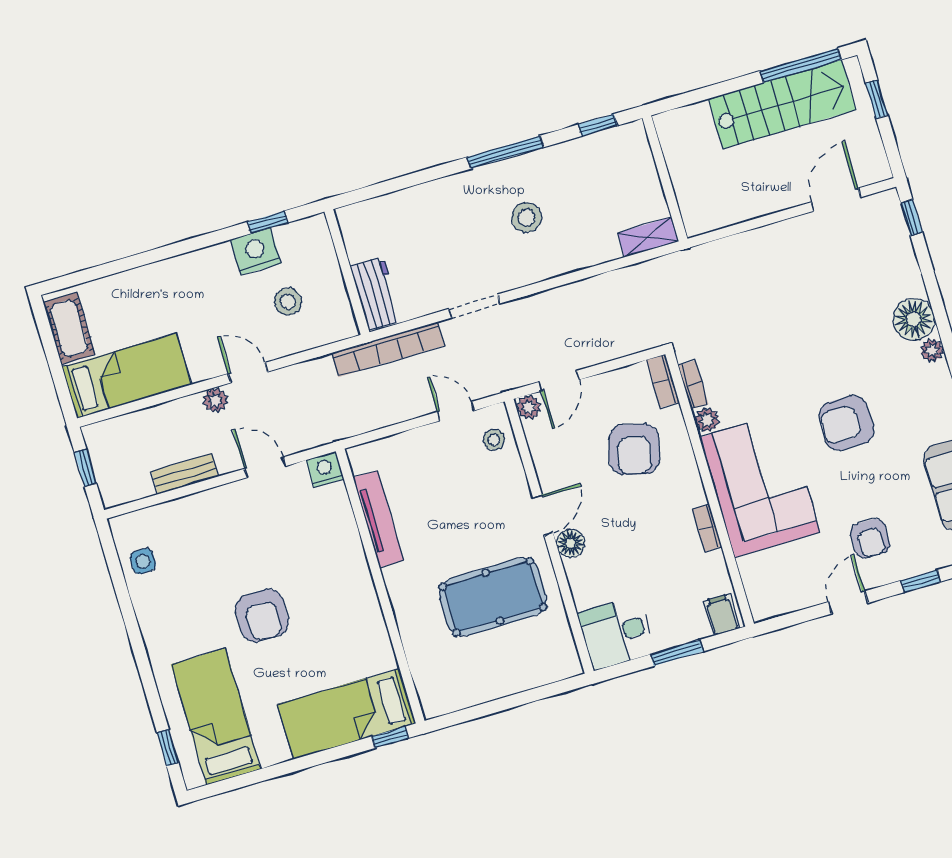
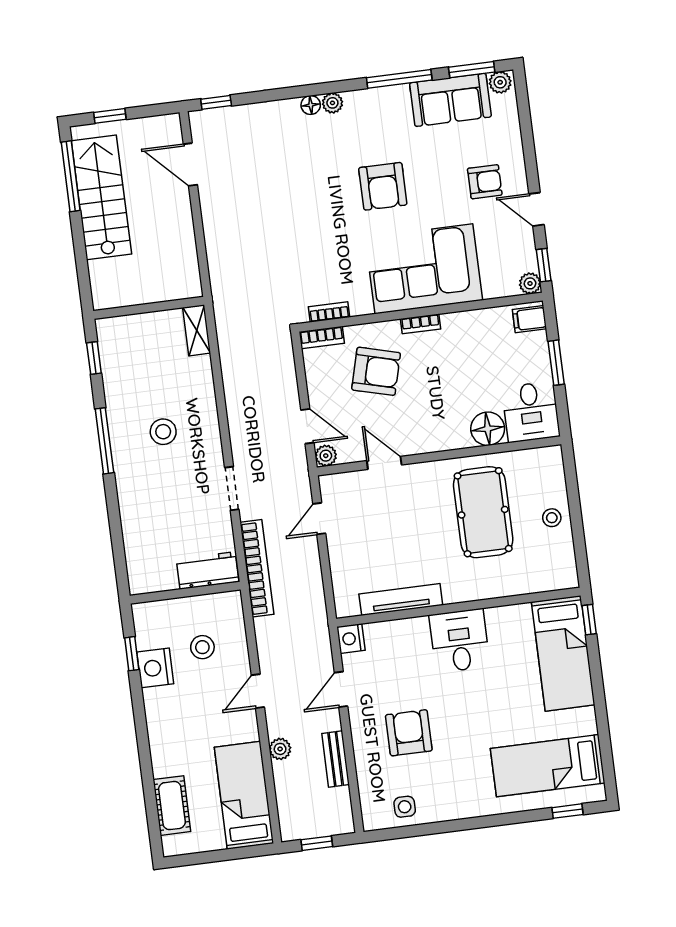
floor lamp: (914, 319) -> (311, 105), width x0.53, depth x0.53
cot: (69, 328) -> (172, 806), moved, turned 90
plant: (215, 400) -> (280, 749), moved
plant: (707, 420) -> (530, 283), moved
stool: (494, 440) -> (552, 518), moved
door: (543, 515) -> (384, 463), moved
bookcase: (707, 528) -> (421, 324), moved
floor lamp: (571, 543) -> (488, 429), moved, width x1.38, depth x1.38
window: (921, 581) -> (544, 265), moved
desk: (342, 593) -> (460, 641), added
armchair: (262, 615) -> (409, 733), moved, turned -90

